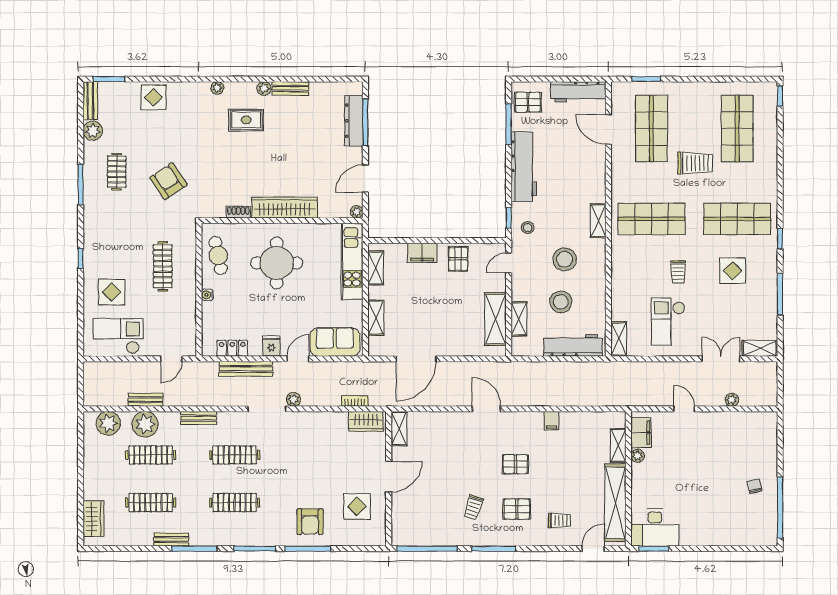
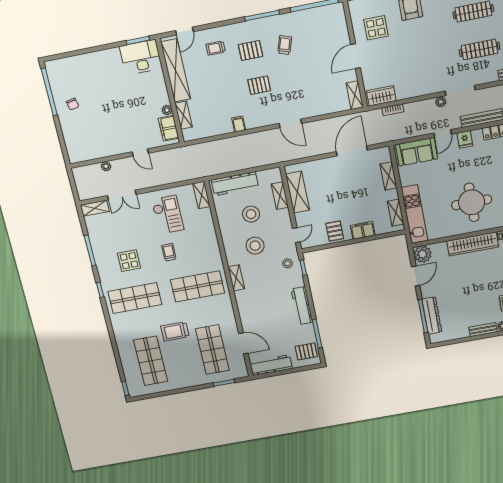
workbench: (524, 167) -> (302, 306), width x0.73, depth x0.76
plant: (357, 212) -> (423, 254), width x1.88, depth x1.88

